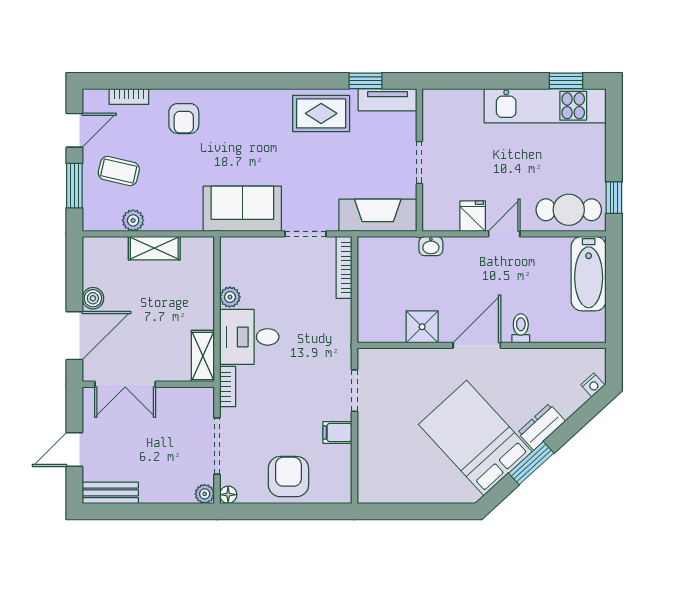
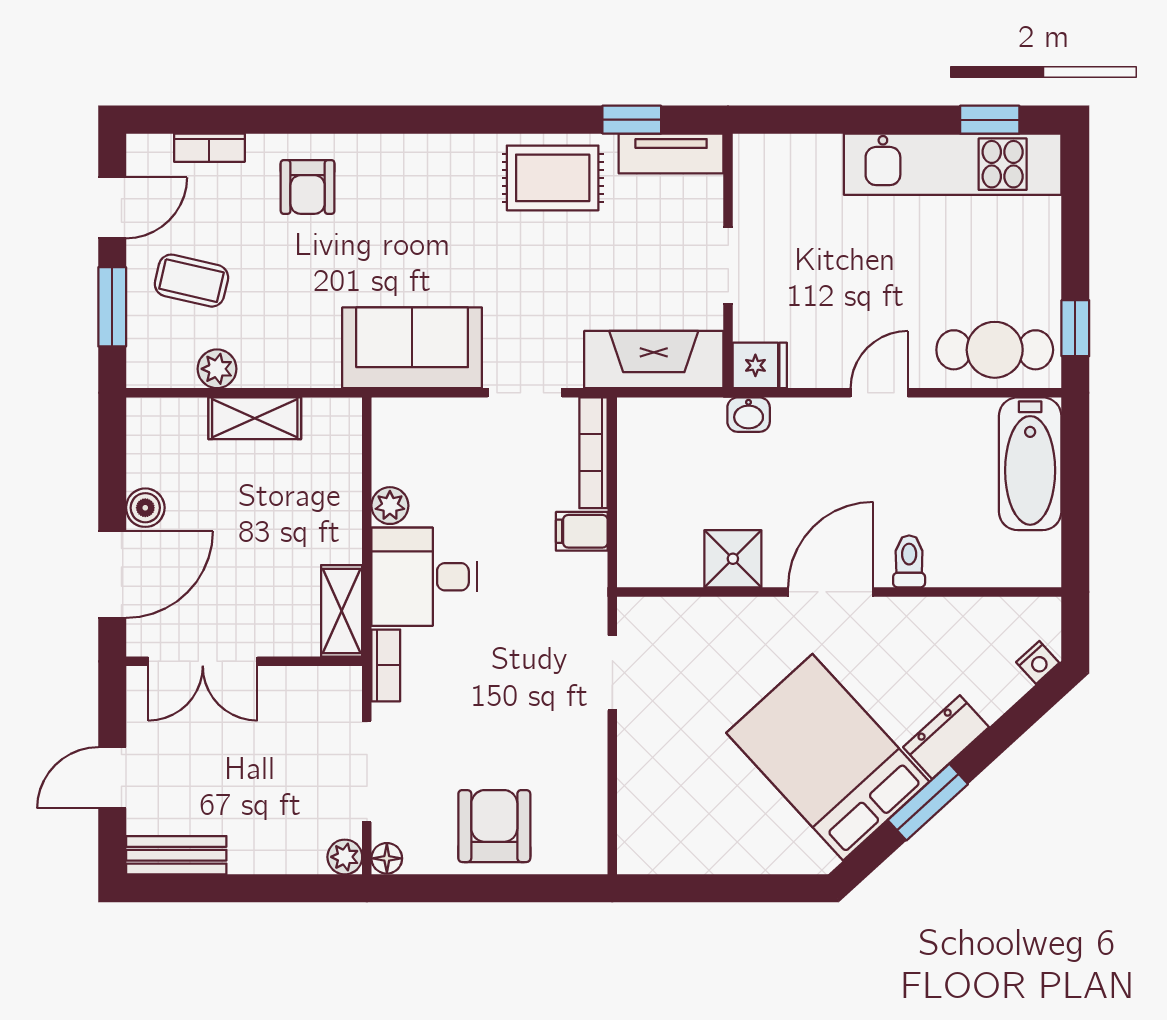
fridge: (473, 216) -> (760, 365), moved, turned 90
filing cabinet: (337, 433) -> (582, 531), moved

